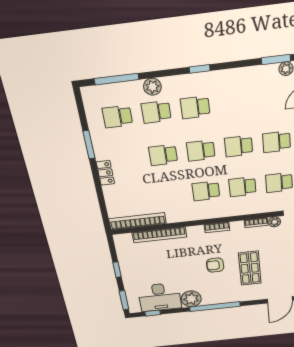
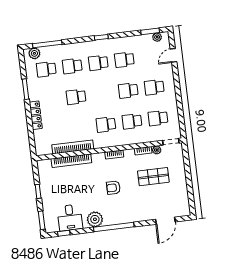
plant: (152, 87) -> (34, 53), moved
school desk: (201, 151) -> (124, 60), moved
locker: (105, 173) -> (36, 115), width x1.53
bookcase: (137, 221) -> (73, 147), moved
shop shelf: (250, 268) -> (153, 177), moved, turned 90
desk: (160, 297) -> (70, 218), width x0.73

